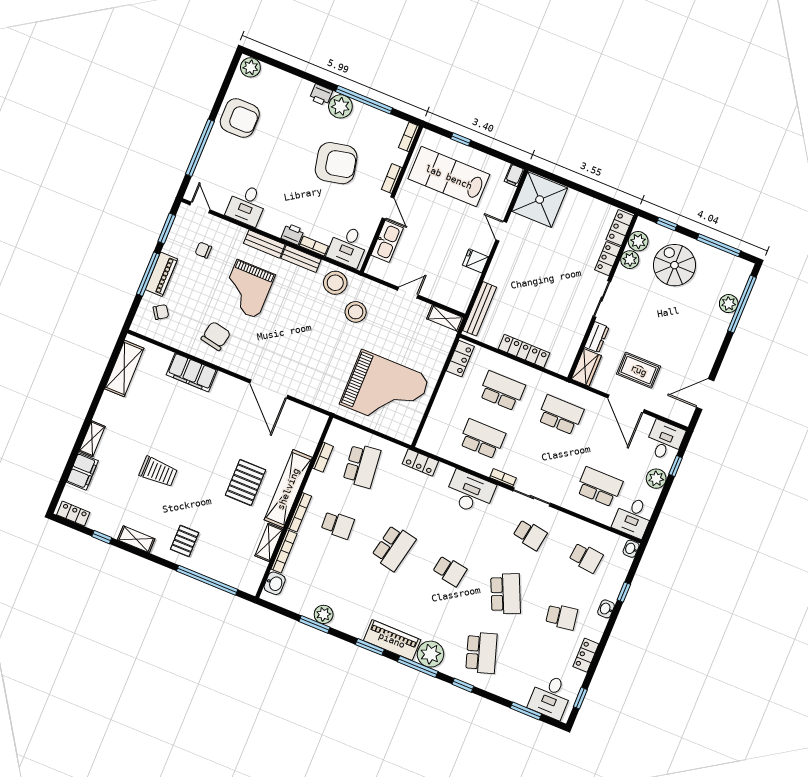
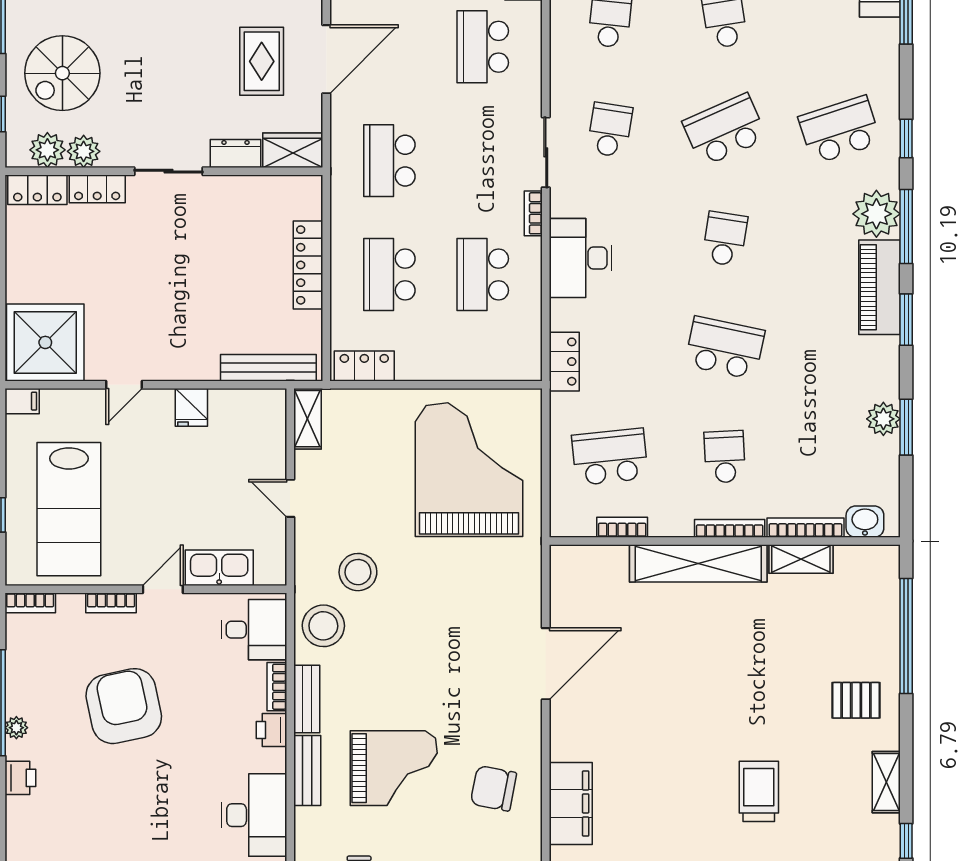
plant: (340, 106) -> (16, 728), width x0.53, depth x0.53
desk: (247, 205) -> (254, 815), width x1.37
pallet: (245, 482) -> (717, 639), removed

